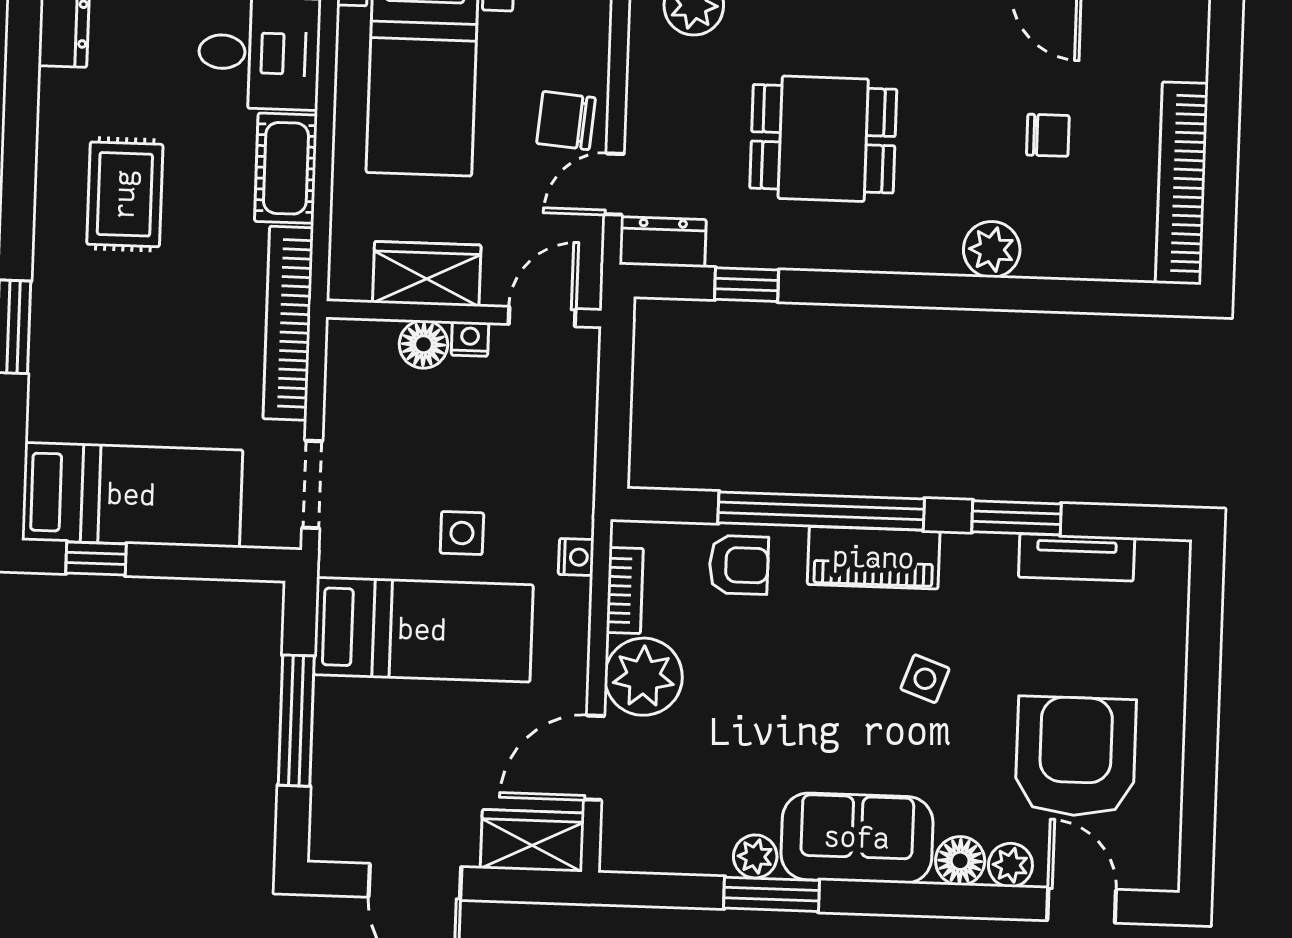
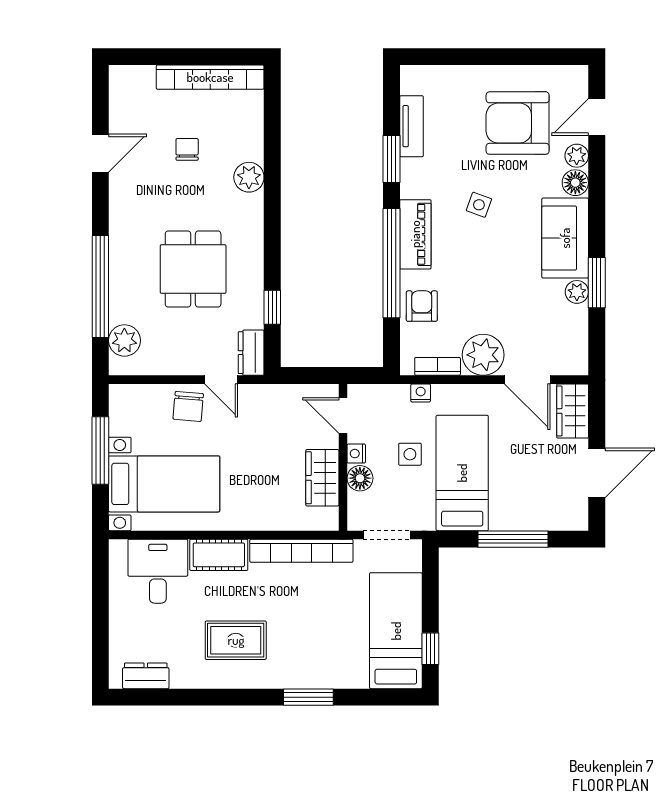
wardrobe: (427, 274) -> (322, 478), moved
wall: (464, 314) -> (343, 457), moved
door: (542, 317) -> (343, 416), moved
nightstand: (470, 339) -> (356, 454), moved
floor lamp: (423, 344) -> (360, 478), moved

